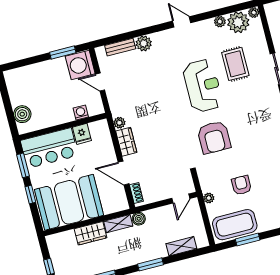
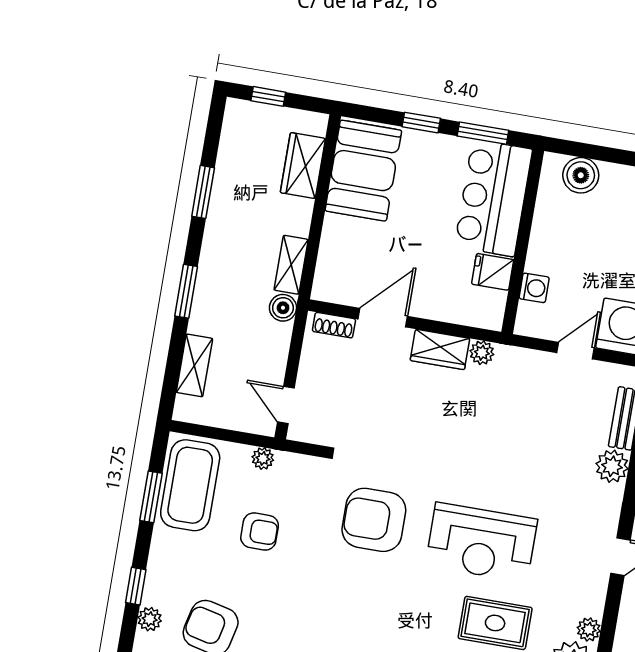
booth: (69, 202) -> (363, 171), width x0.73, depth x0.70
wardrobe: (91, 233) -> (303, 166), moved

